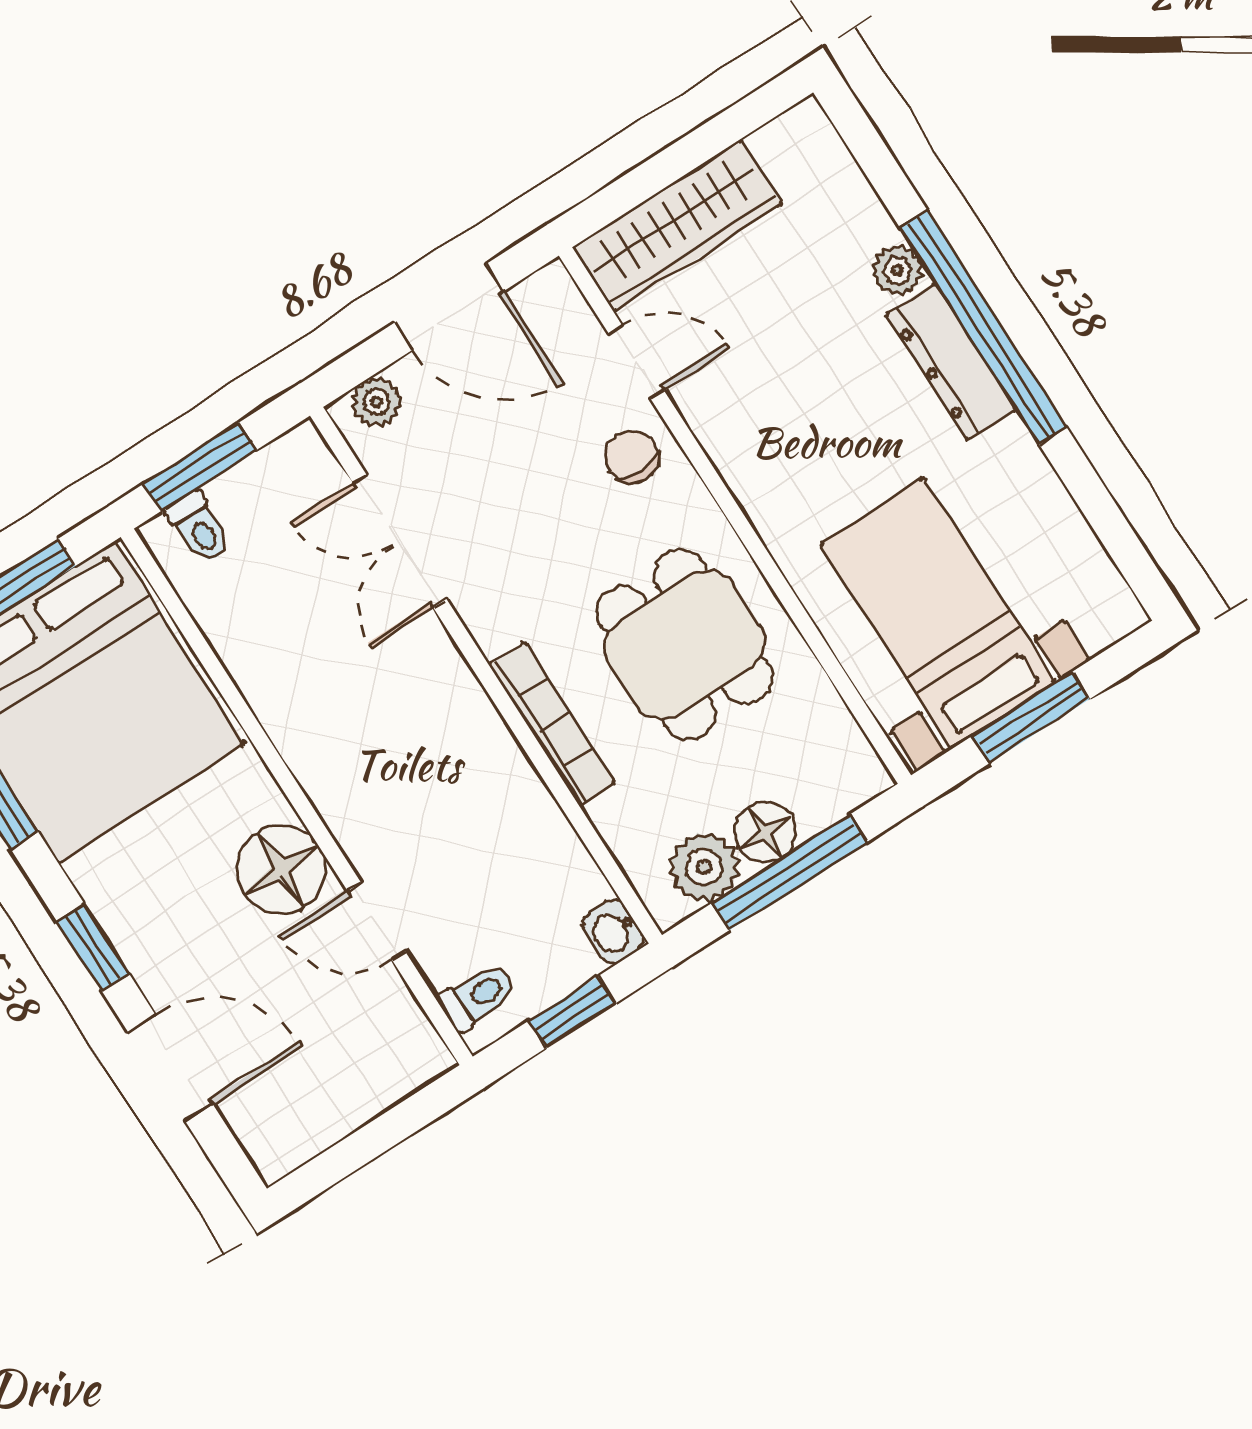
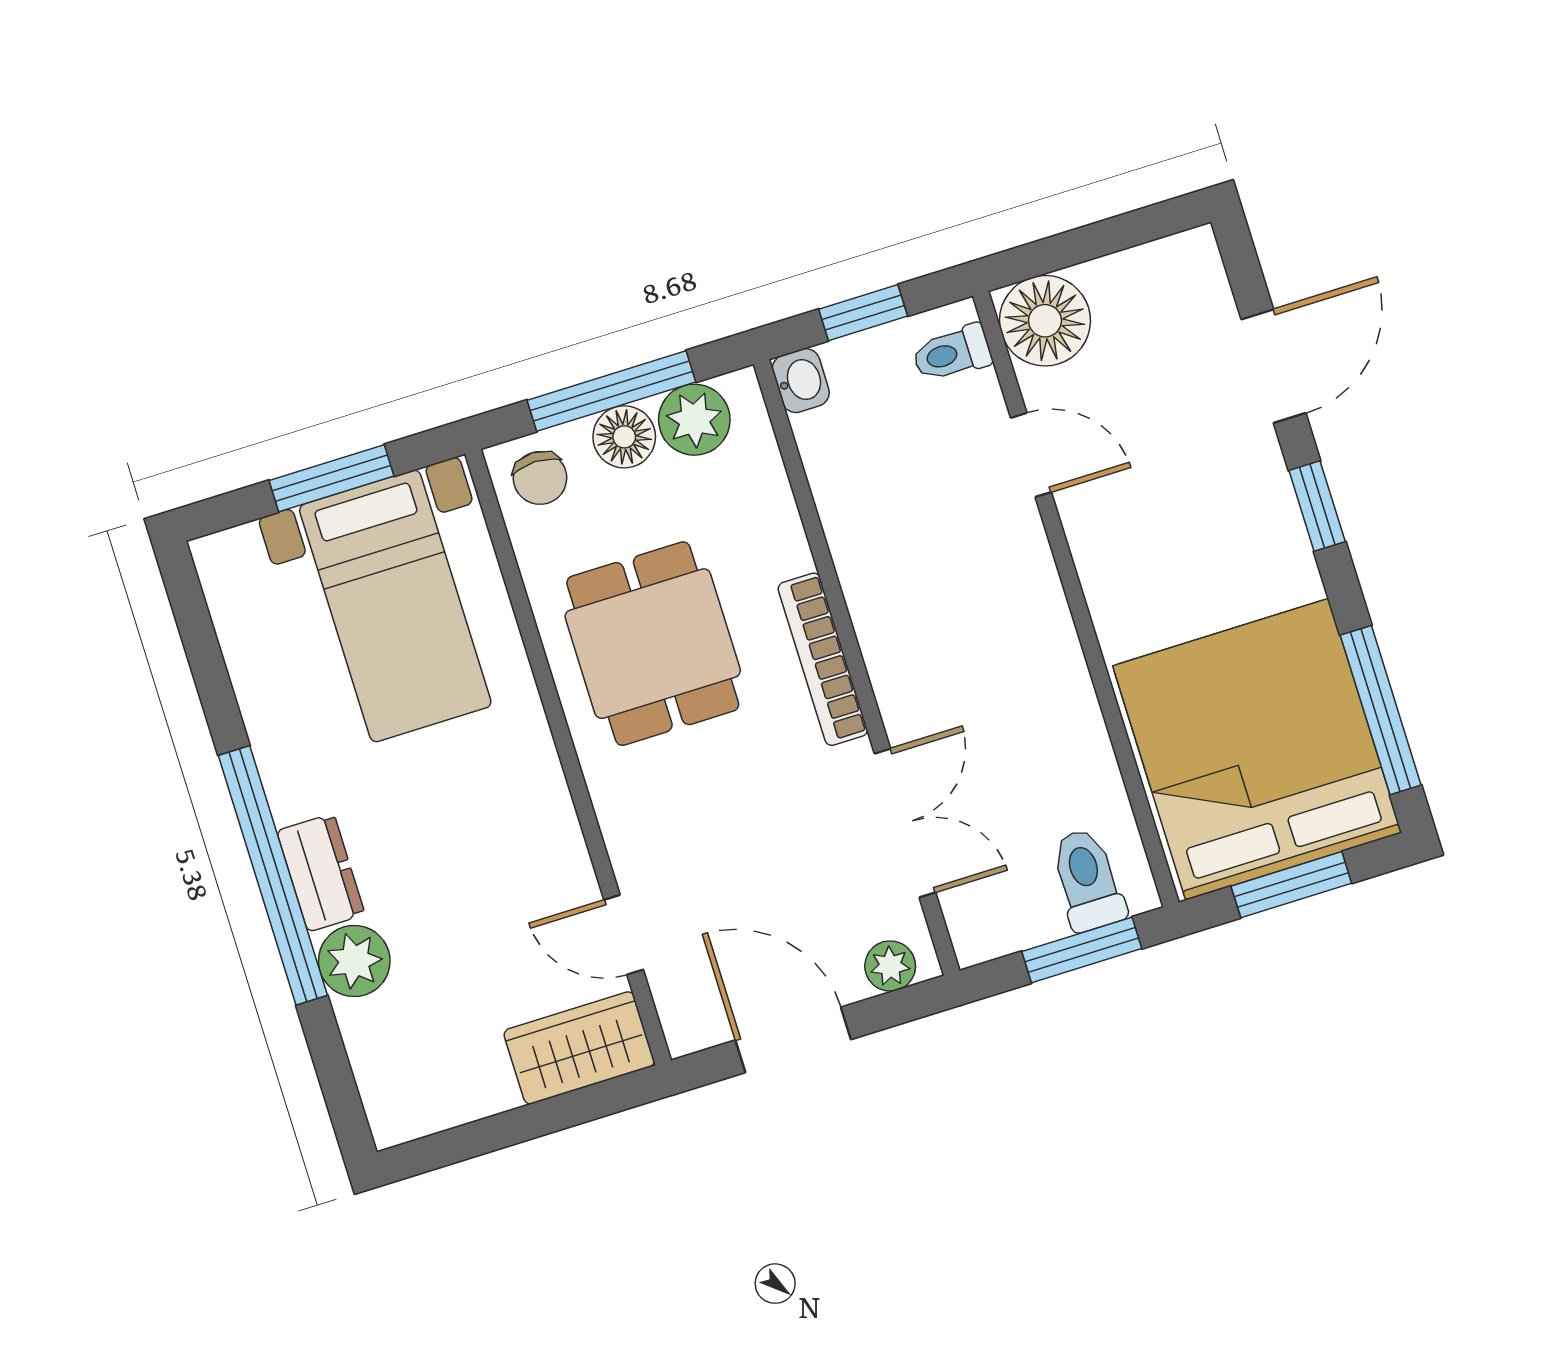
wardrobe: (677, 226) -> (579, 1048), width x0.67
plant: (897, 270) -> (354, 961), width x1.38, depth x1.38
dresser: (951, 361) -> (321, 873), width x0.70
chair: (632, 457) -> (540, 478), moved
toilet: (199, 528) -> (1087, 880), width x1.37, depth x1.39
bookcase: (552, 724) -> (823, 659), moved
floor lamp: (281, 869) -> (1045, 321), moved
door: (171, 1068) -> (1274, 366), swing flipped

